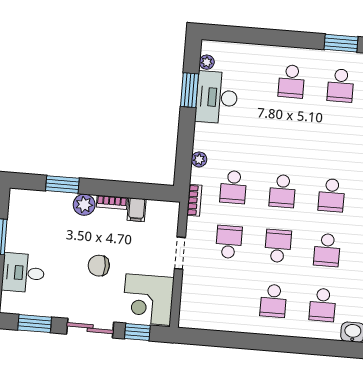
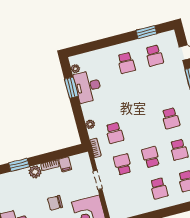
school desk: (282, 191) -> (143, 126), removed

